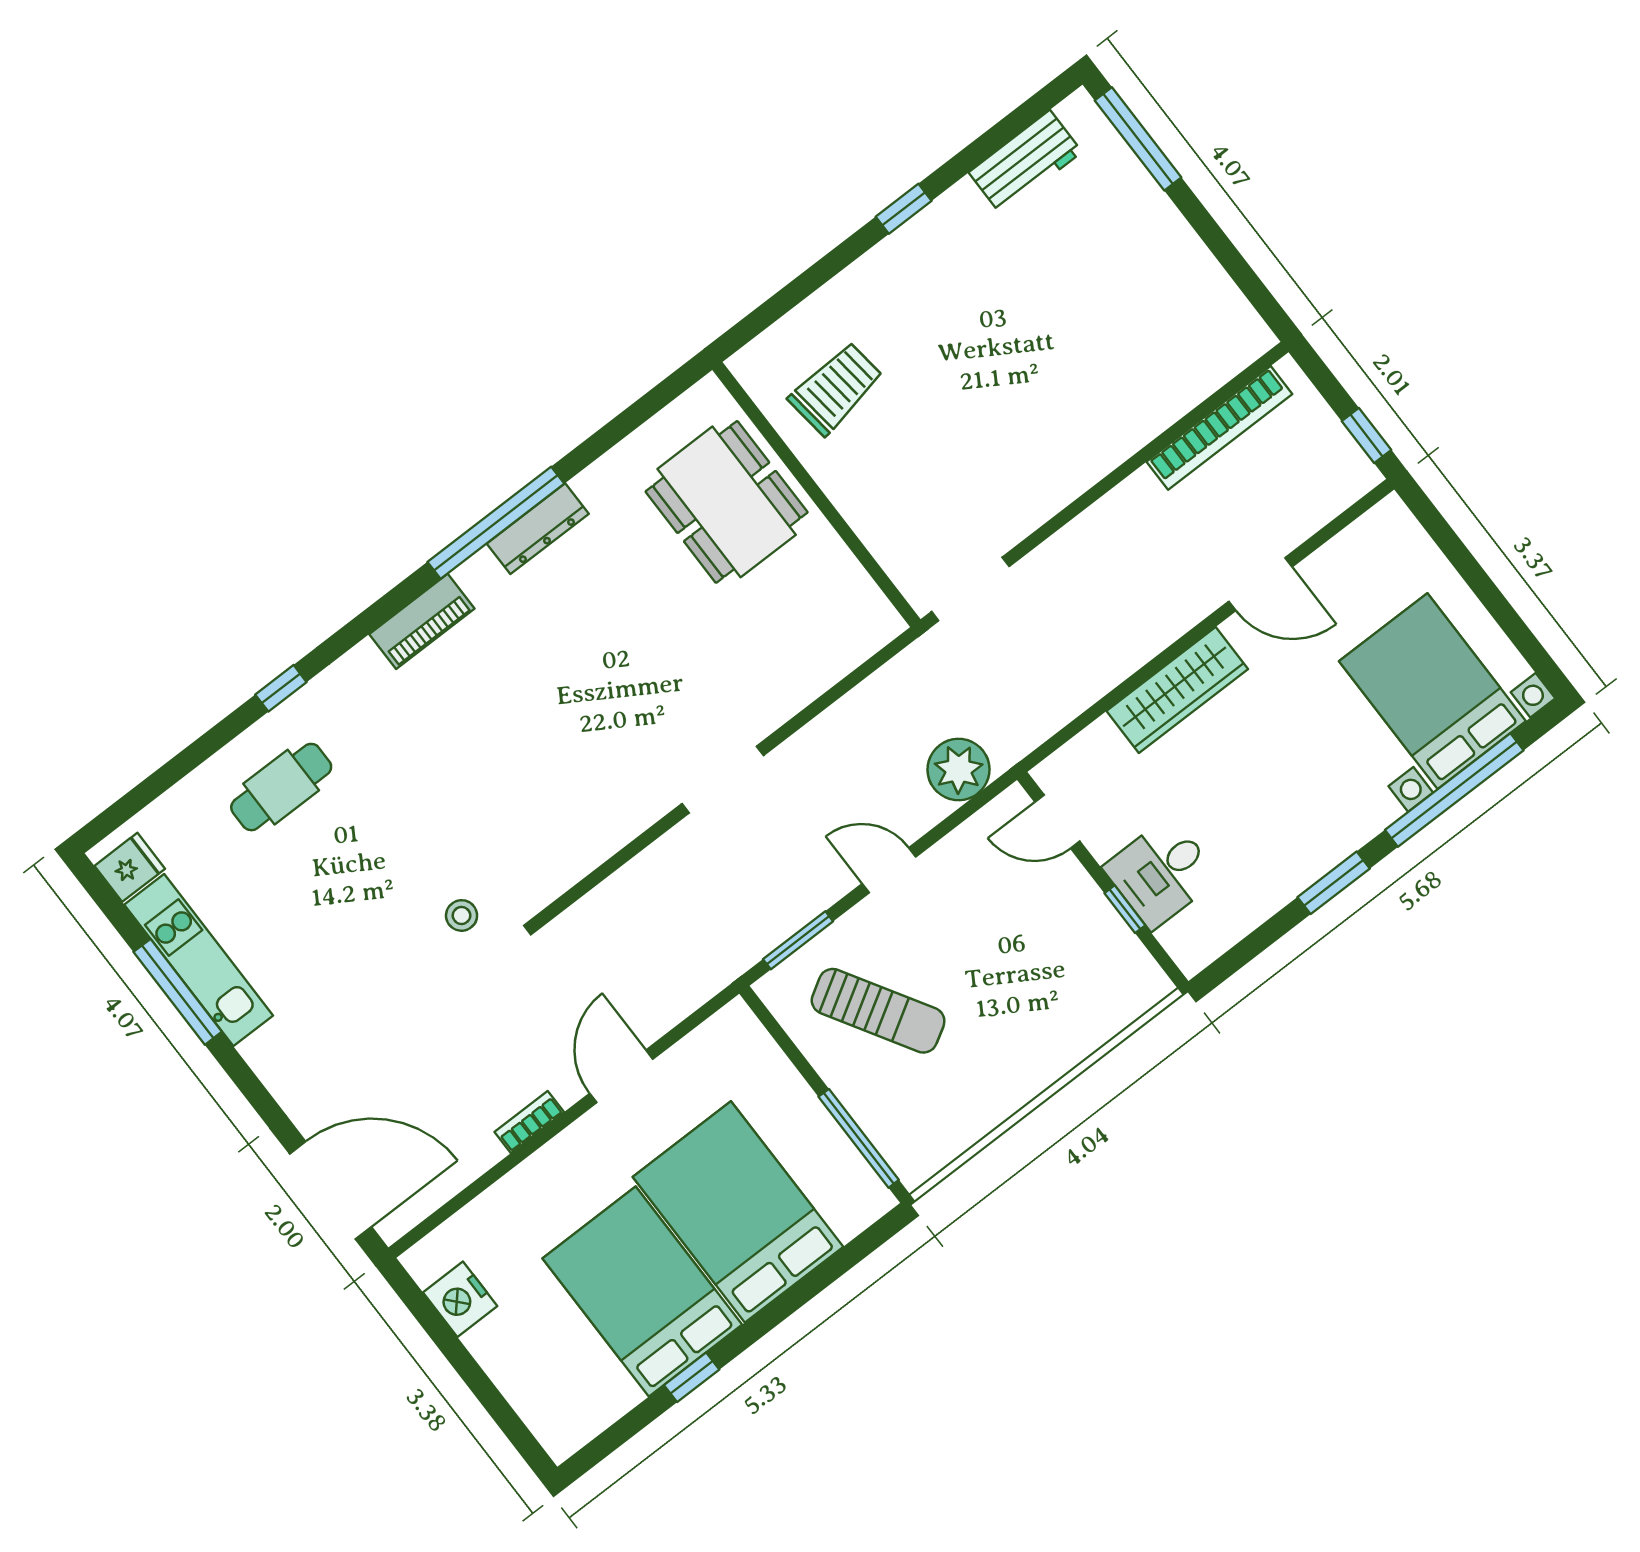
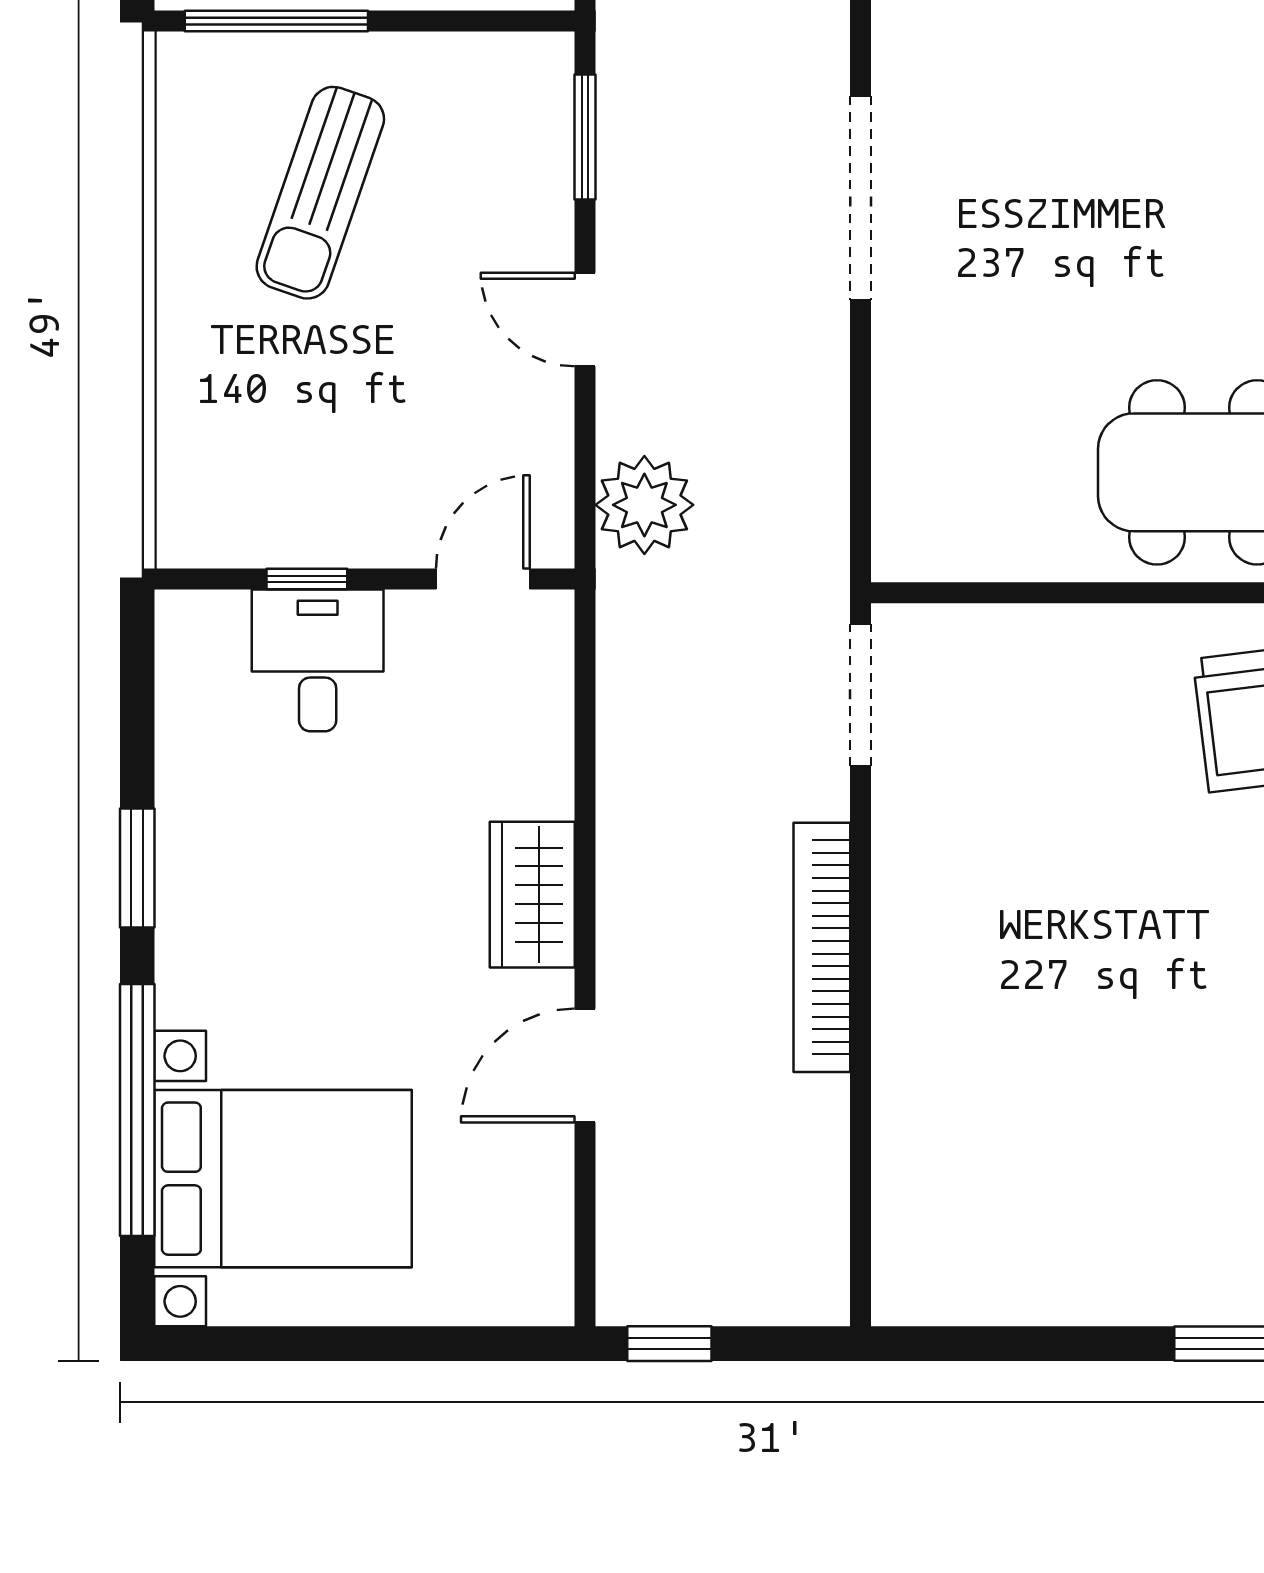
bookcase: (1219, 428) -> (822, 947), moved
wardrobe: (1177, 690) -> (532, 895), width x0.67
doorway: (723, 780) -> (861, 198), width x1.36
door: (889, 870) -> (585, 320), swing flipped
sun lounger: (878, 1011) -> (320, 193), moved, turned -40

